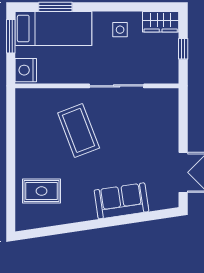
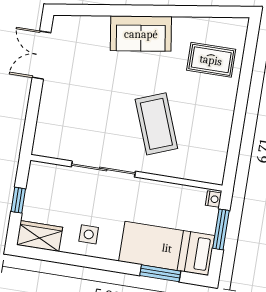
window: (11, 36) -> (221, 229), moved
nightstand: (26, 70) -> (213, 199), width x0.53, depth x0.56
sofa: (121, 201) -> (141, 34), moved

